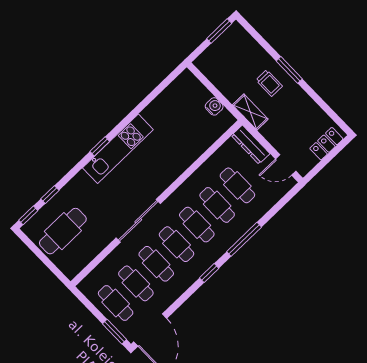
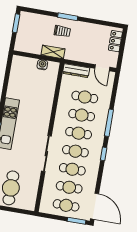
shelving: (250, 112) -> (53, 52), moved
door: (286, 165) -> (102, 68), hinge flipped

